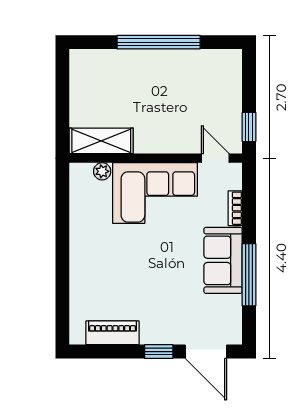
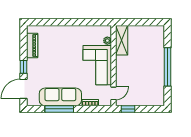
sofa: (223, 260) -> (60, 97), width x1.36

